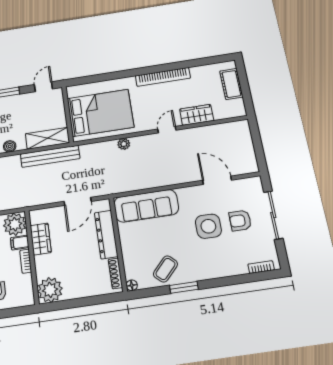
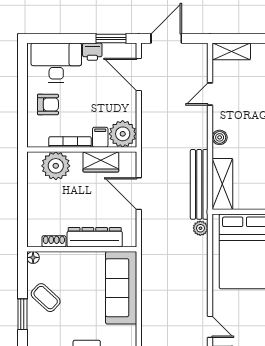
plant: (124, 144) -> (200, 228), moved
door: (78, 201) -> (139, 194), moved
bookcase: (26, 261) -> (70, 142), width x1.56
shoe rack: (115, 273) -> (54, 241), width x0.70
plant: (50, 290) -> (56, 166), moved

